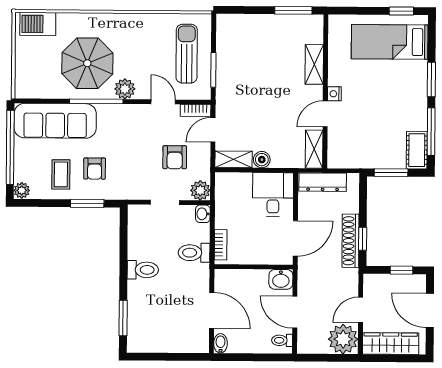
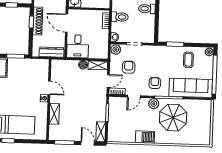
door: (249, 10) -> (88, 143), added
barbecue: (38, 24) -> (145, 137), moved
sun lounger: (187, 54) -> (121, 121), removed
door: (163, 102) -> (134, 96), hinge flipped
door: (325, 114) -> (49, 88), hinge flipped
shelving: (314, 149) -> (101, 132), moved
armchair: (95, 169) -> (155, 83), moved
door: (295, 238) -> (67, 23), hinge flipped

